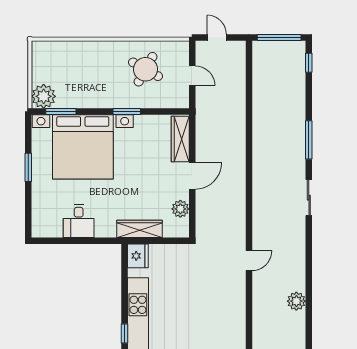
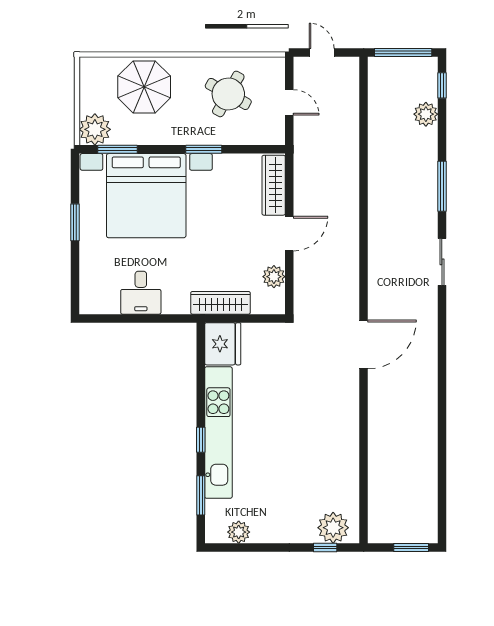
parasol: (81, 64) -> (144, 87), added
fridge: (138, 256) -> (223, 344), width x1.36, depth x1.34
door: (249, 261) -> (364, 344), width x1.88
plant: (296, 301) -> (426, 114), moved

